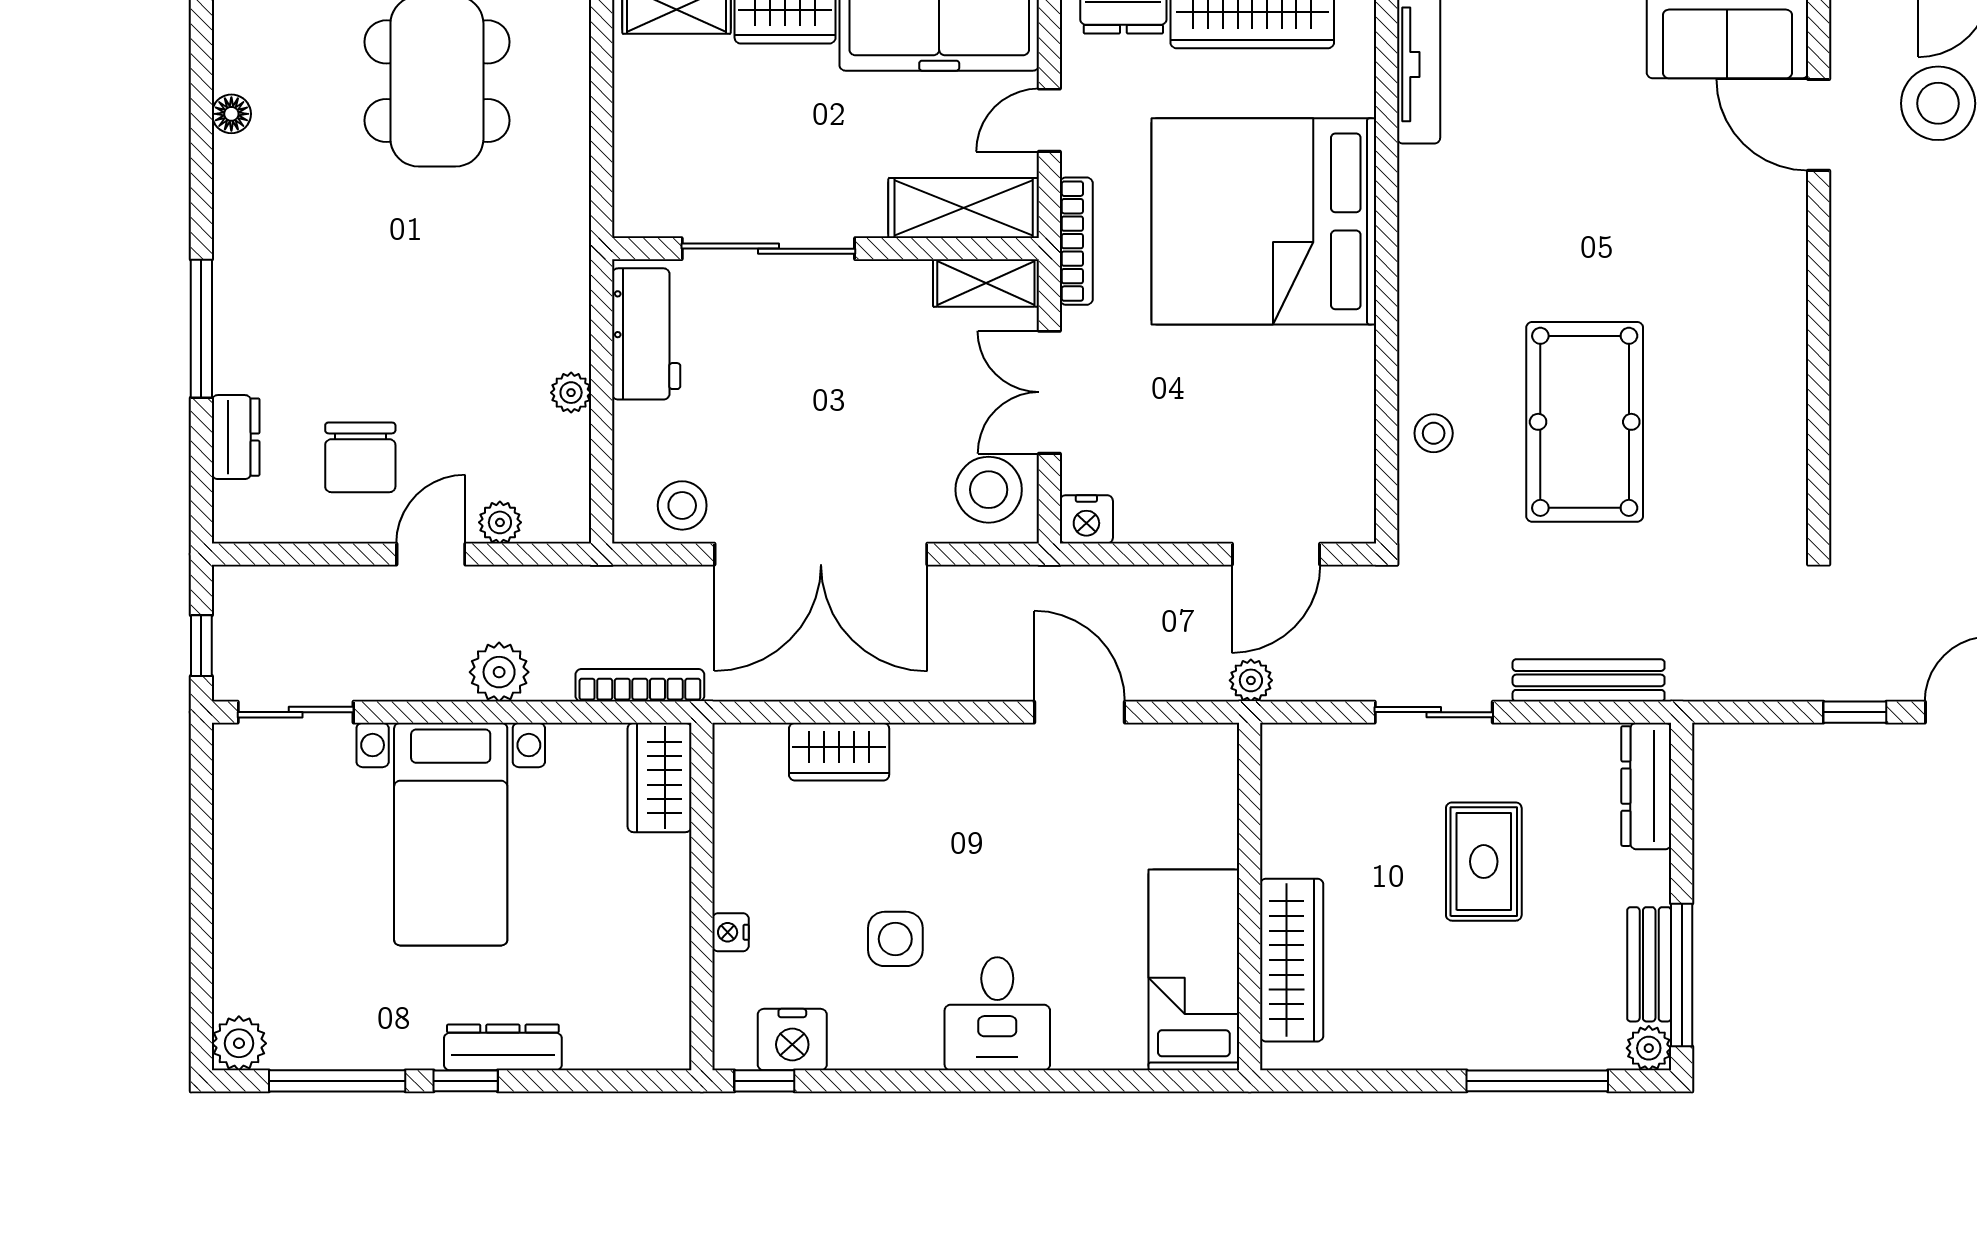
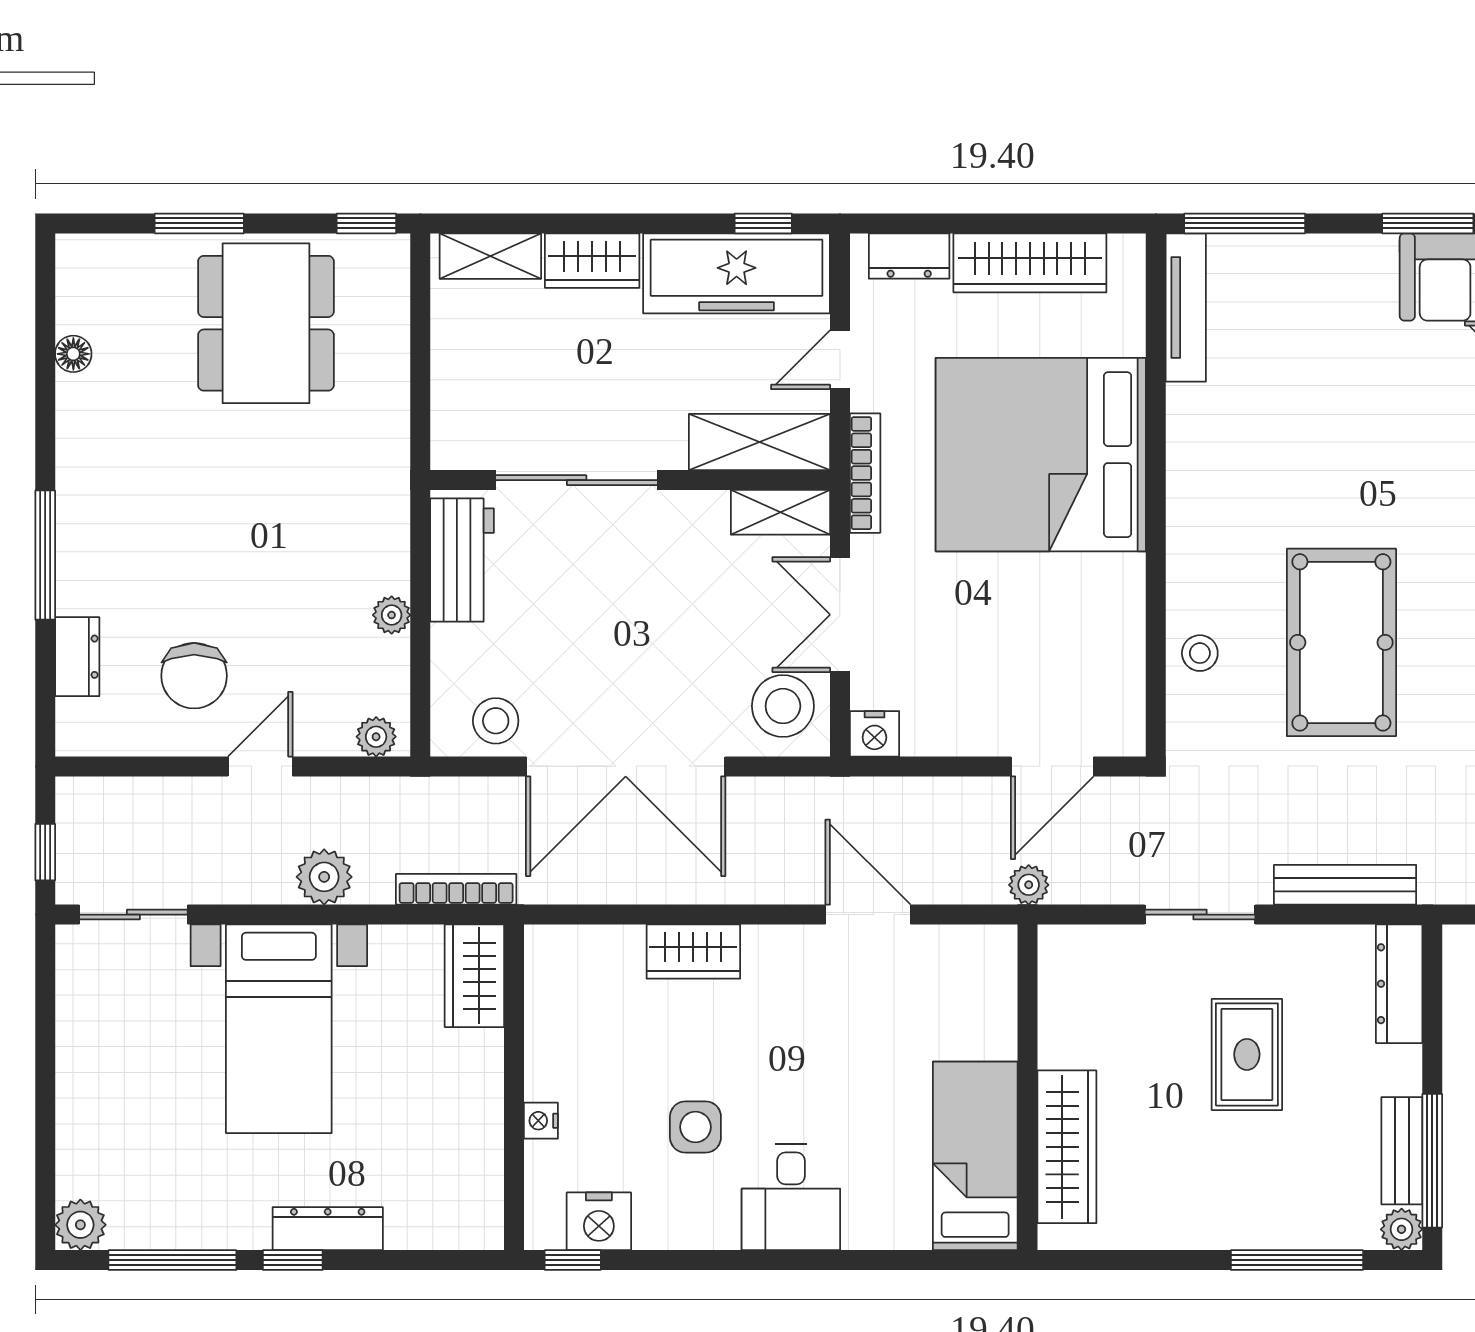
plant: (500, 522) -> (376, 737), moved
wardrobe: (839, 752) -> (693, 952), moved

